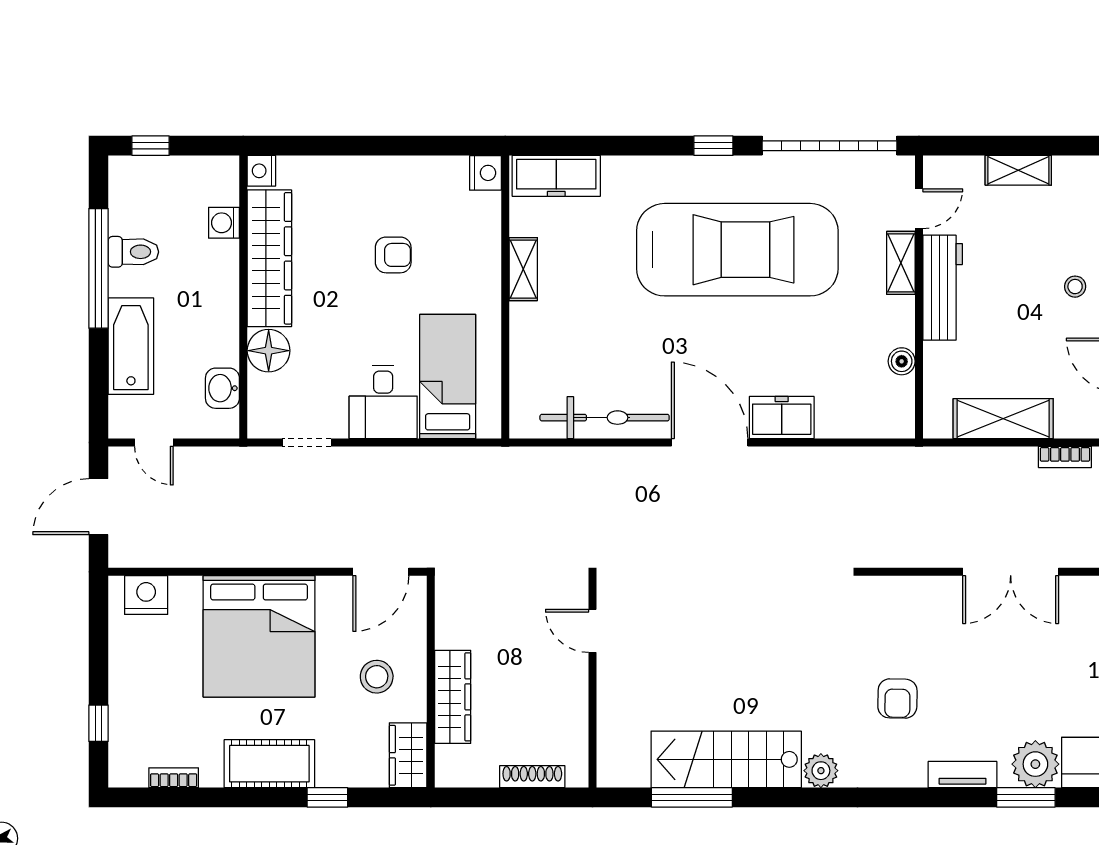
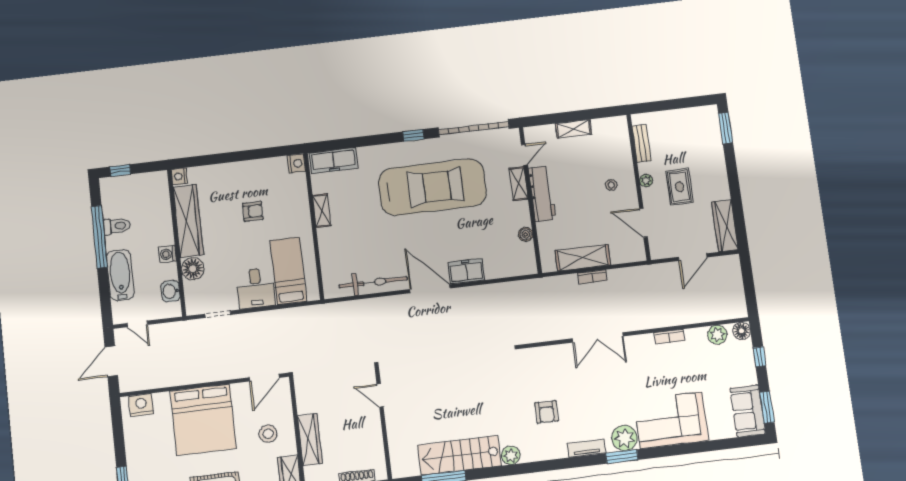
washing machine: (224, 223) -> (168, 254), moved
bookcase: (1065, 457) -> (592, 277), moved

